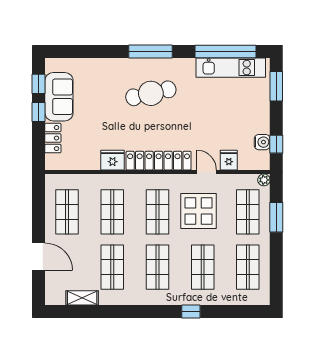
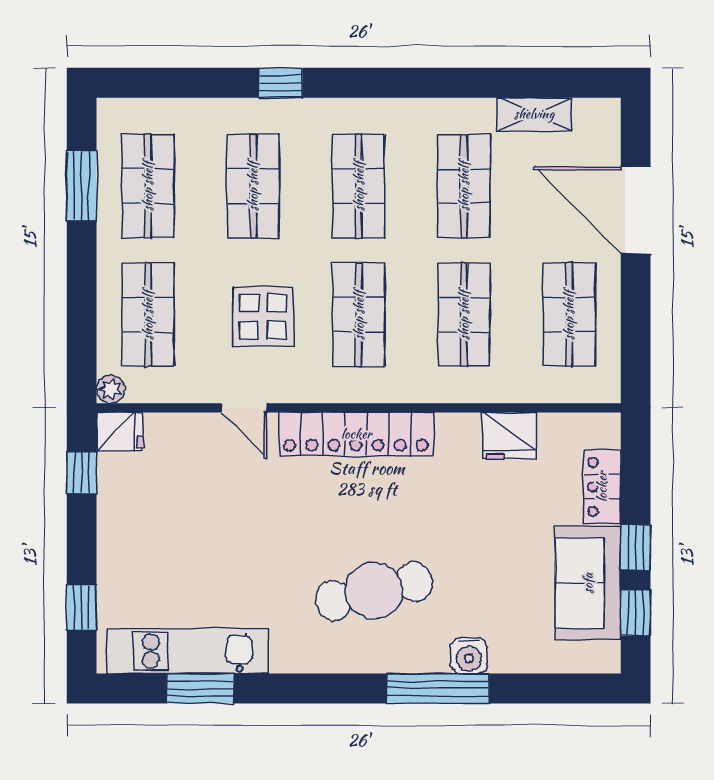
window: (151, 51) -> (438, 689), moved
window: (225, 51) -> (200, 689), width x0.47
window: (276, 86) -> (82, 607), width x0.67
water cooler: (262, 142) -> (469, 656), moved, turned -90
fridge: (113, 160) -> (509, 436), moved
fridge: (229, 160) -> (120, 432), moved, turned -90
display table: (199, 211) -> (263, 317), width x0.73, depth x0.73
window: (276, 217) -> (82, 186), moved
door: (39, 257) -> (636, 210), width x1.36

